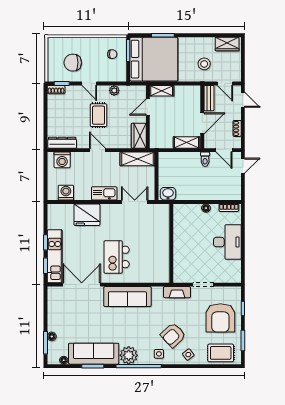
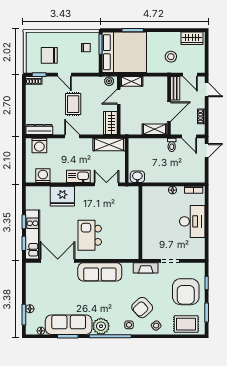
plant: (114, 90) -> (109, 81), moved

